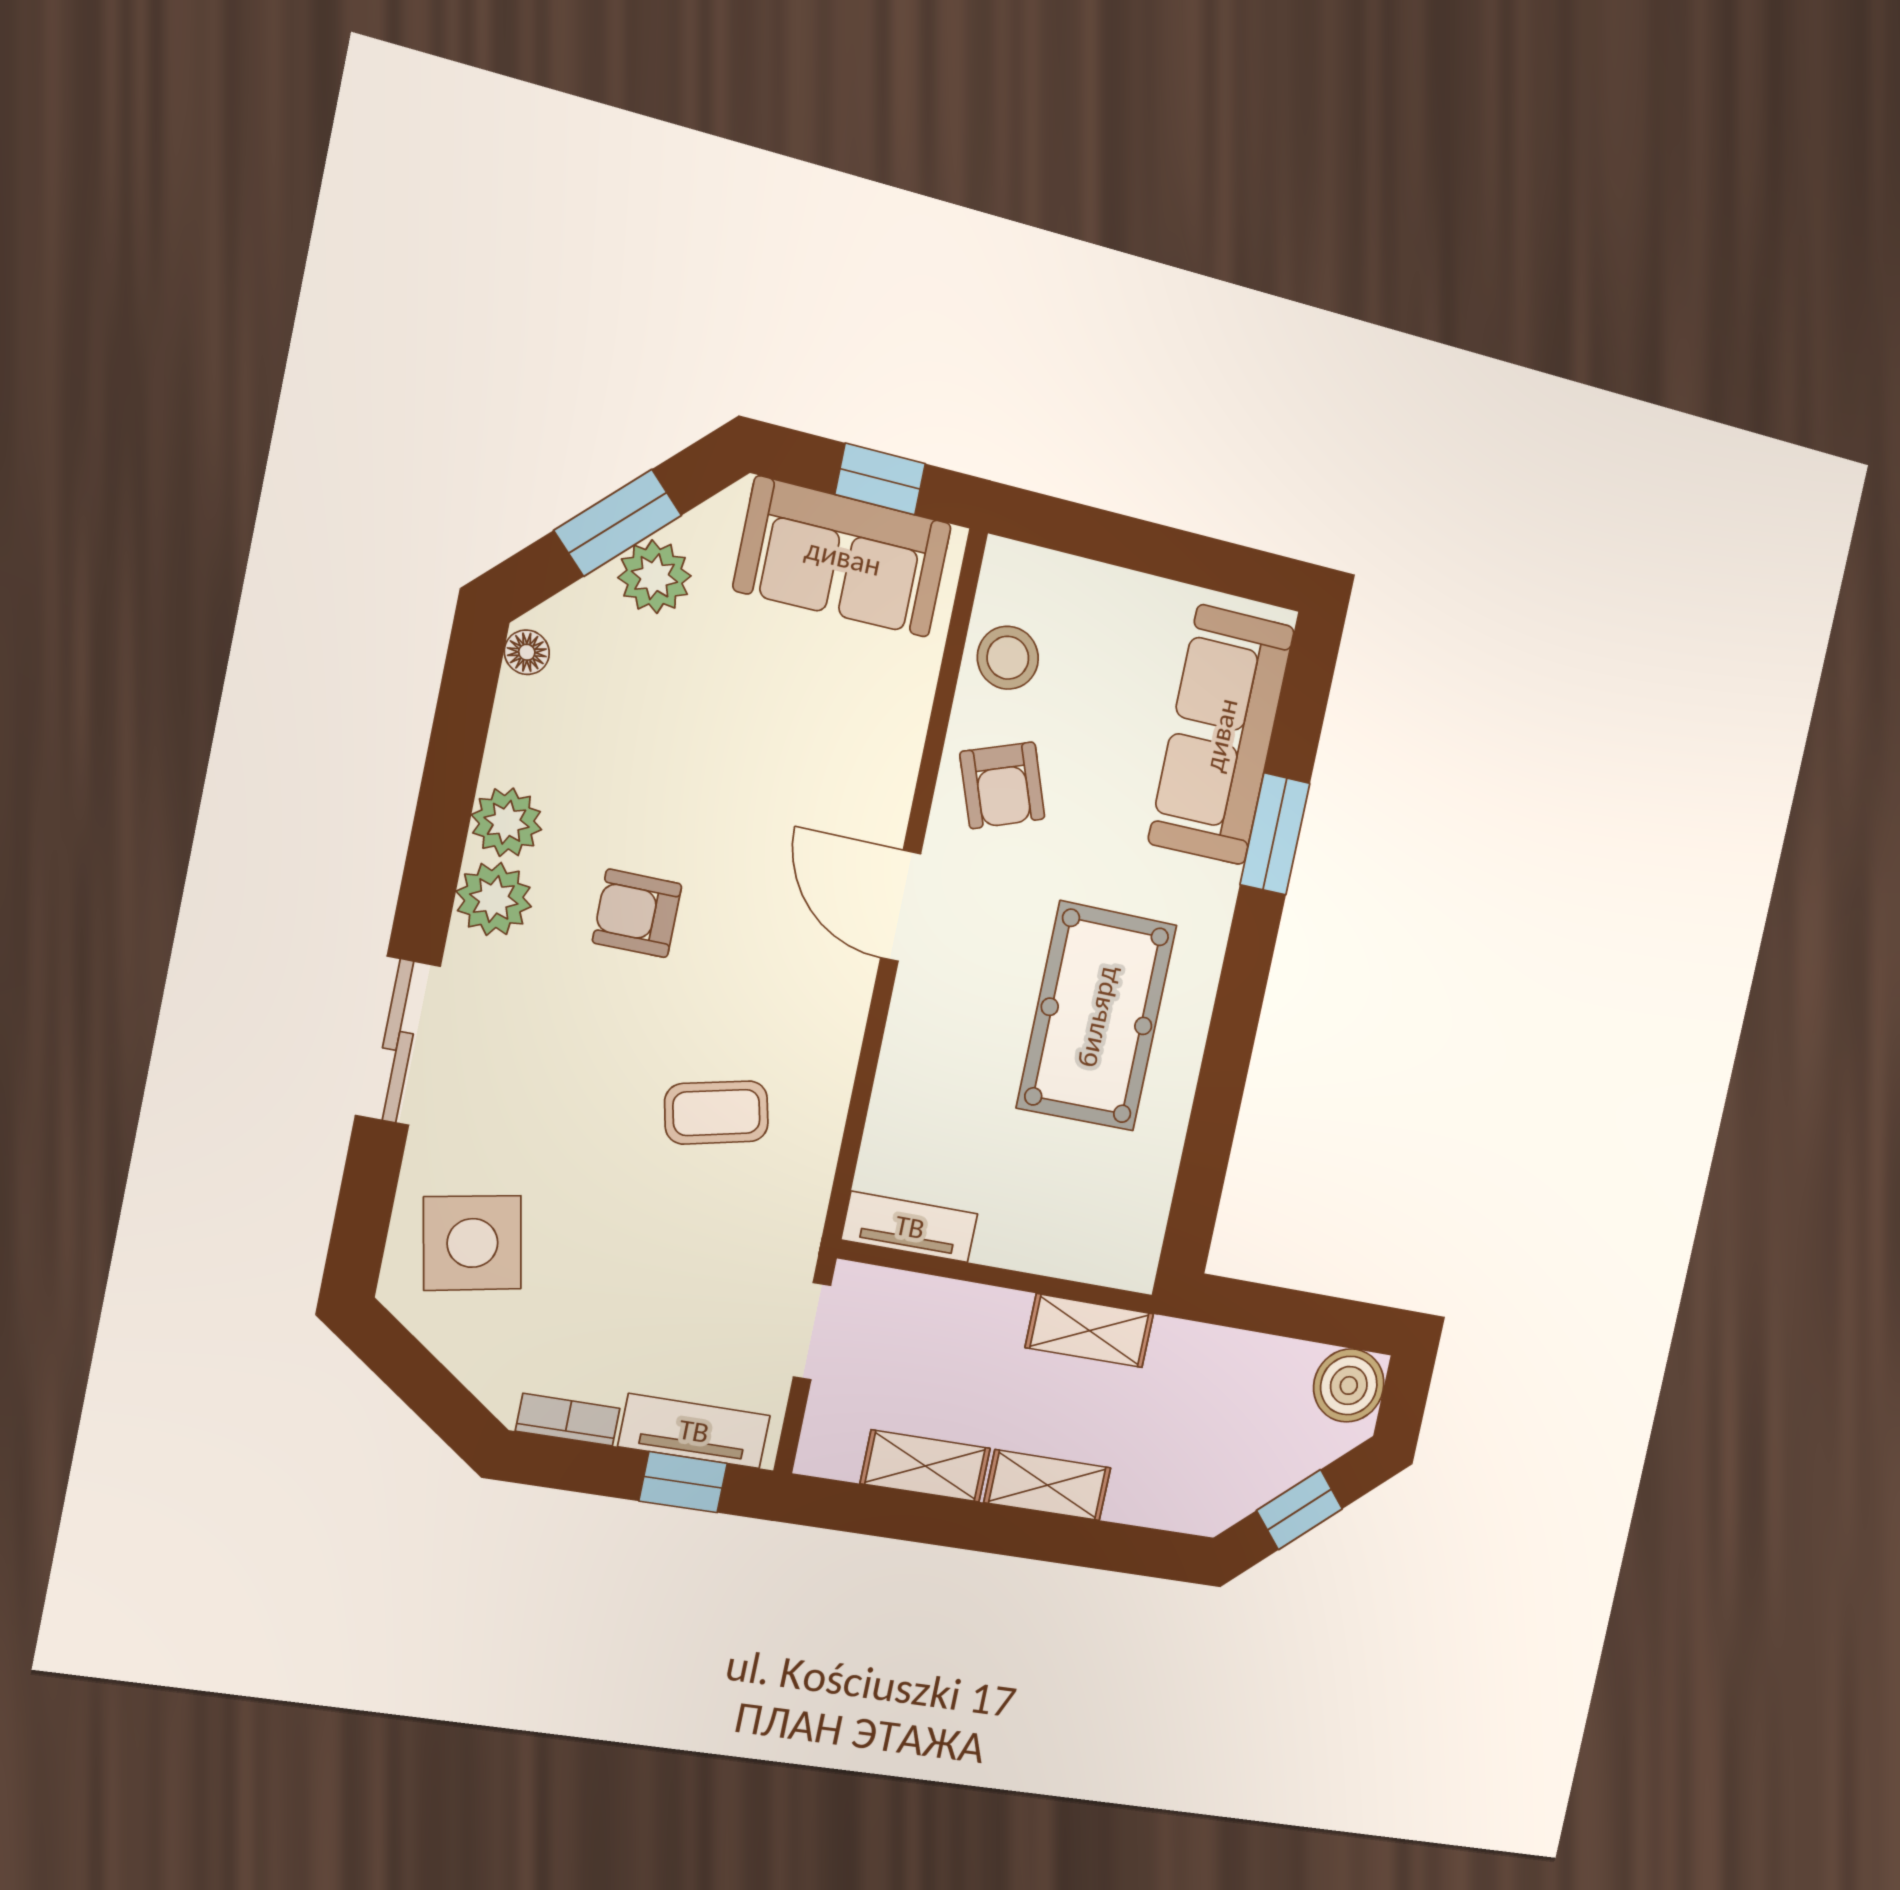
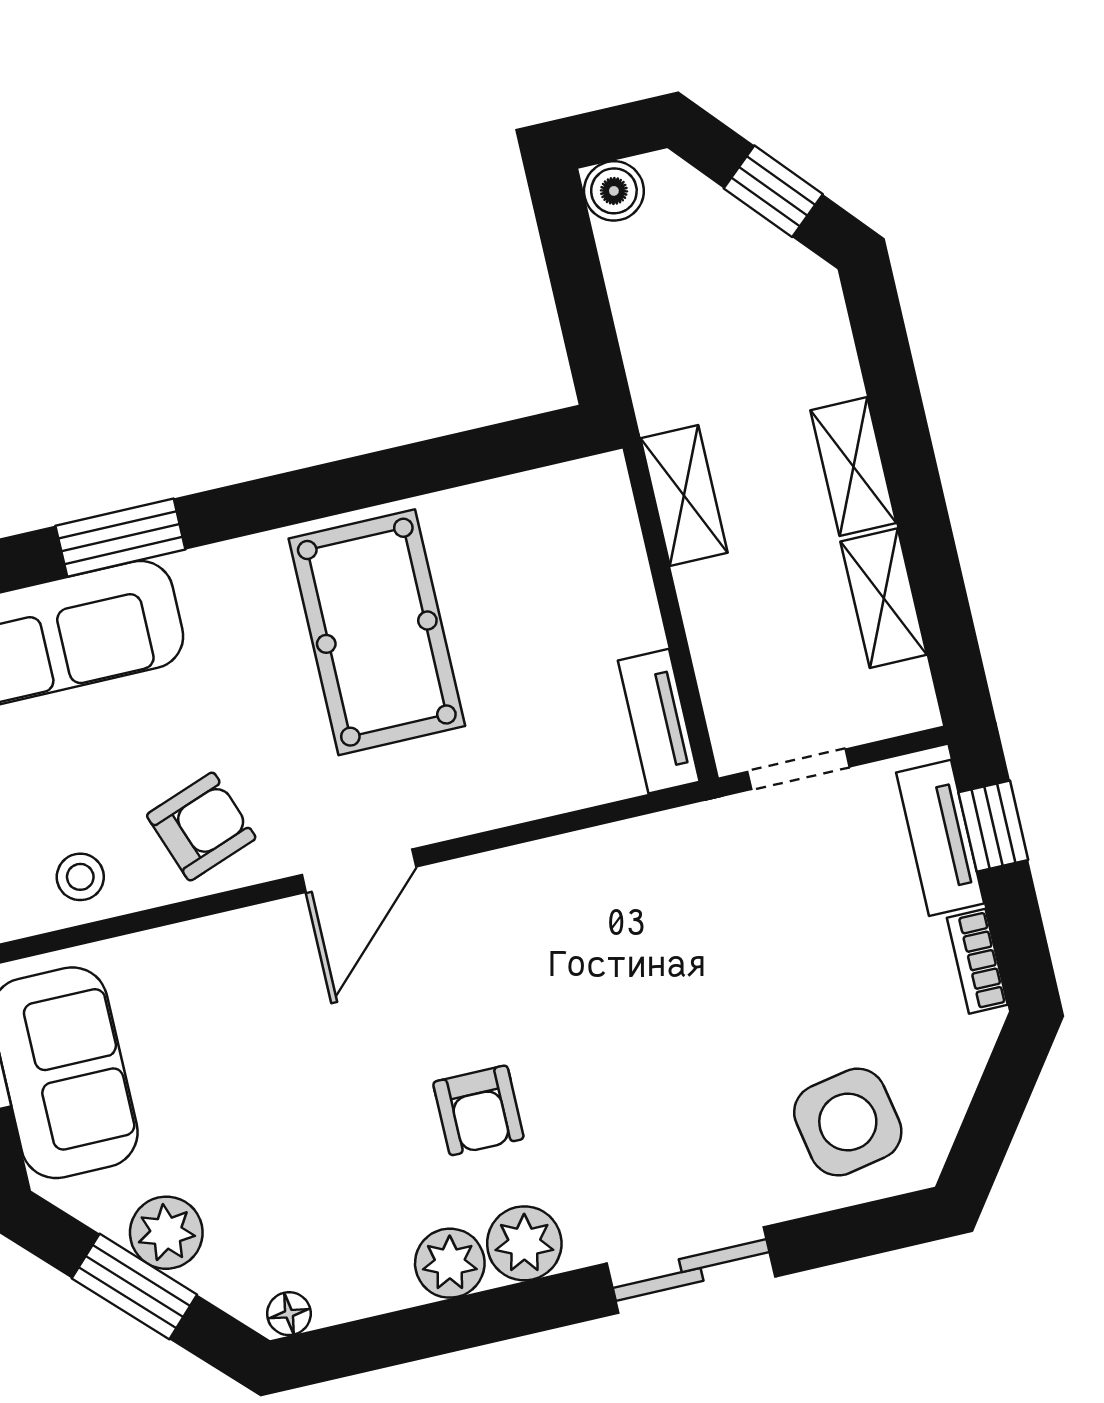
stool: (1008, 658) -> (80, 877), width x0.73, depth x0.73
pool table: (1097, 1016) -> (377, 632), turned 90
coffee table: (716, 1113) -> (630, 954), removed
boiler: (1349, 1385) -> (614, 191), width x0.73, depth x0.73

